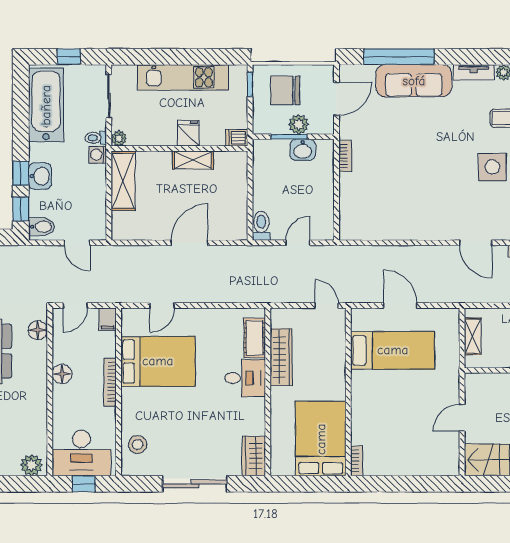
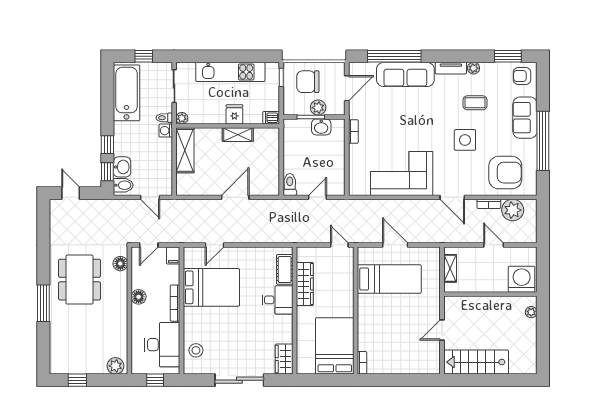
washbasin: (40, 176) -> (122, 167), moved
corner sofa: (409, 211) -> (402, 173), added
desk: (81, 453) -> (162, 345), moved, turned -90

